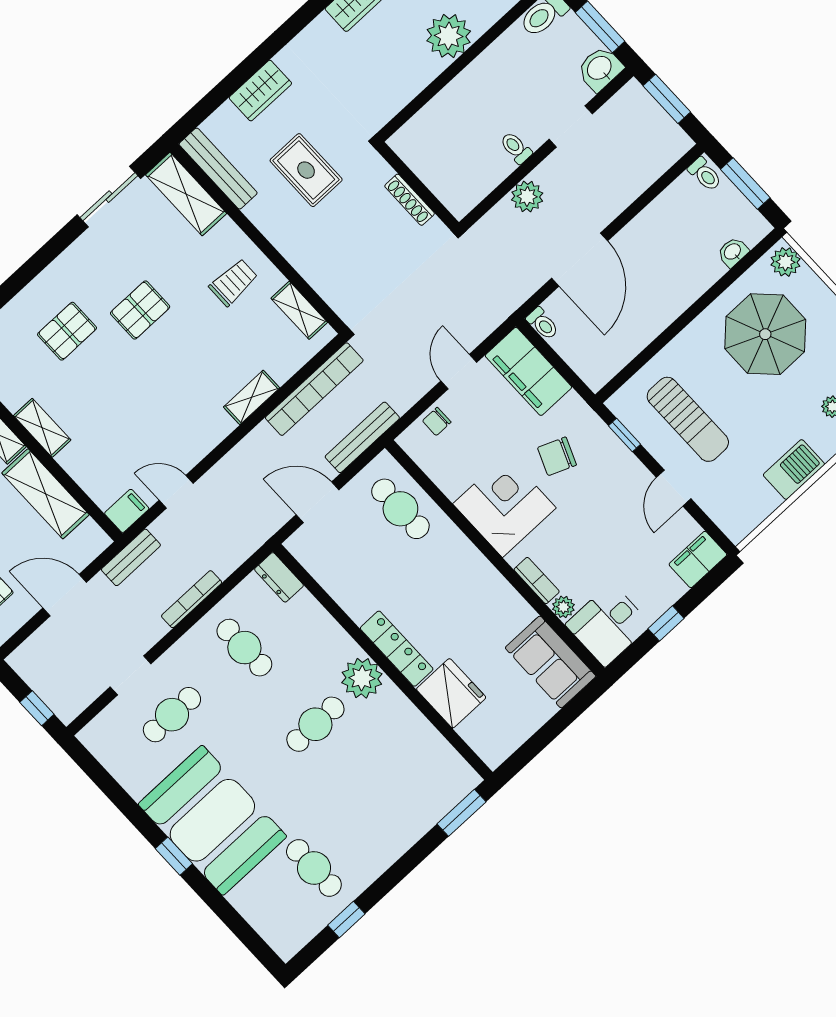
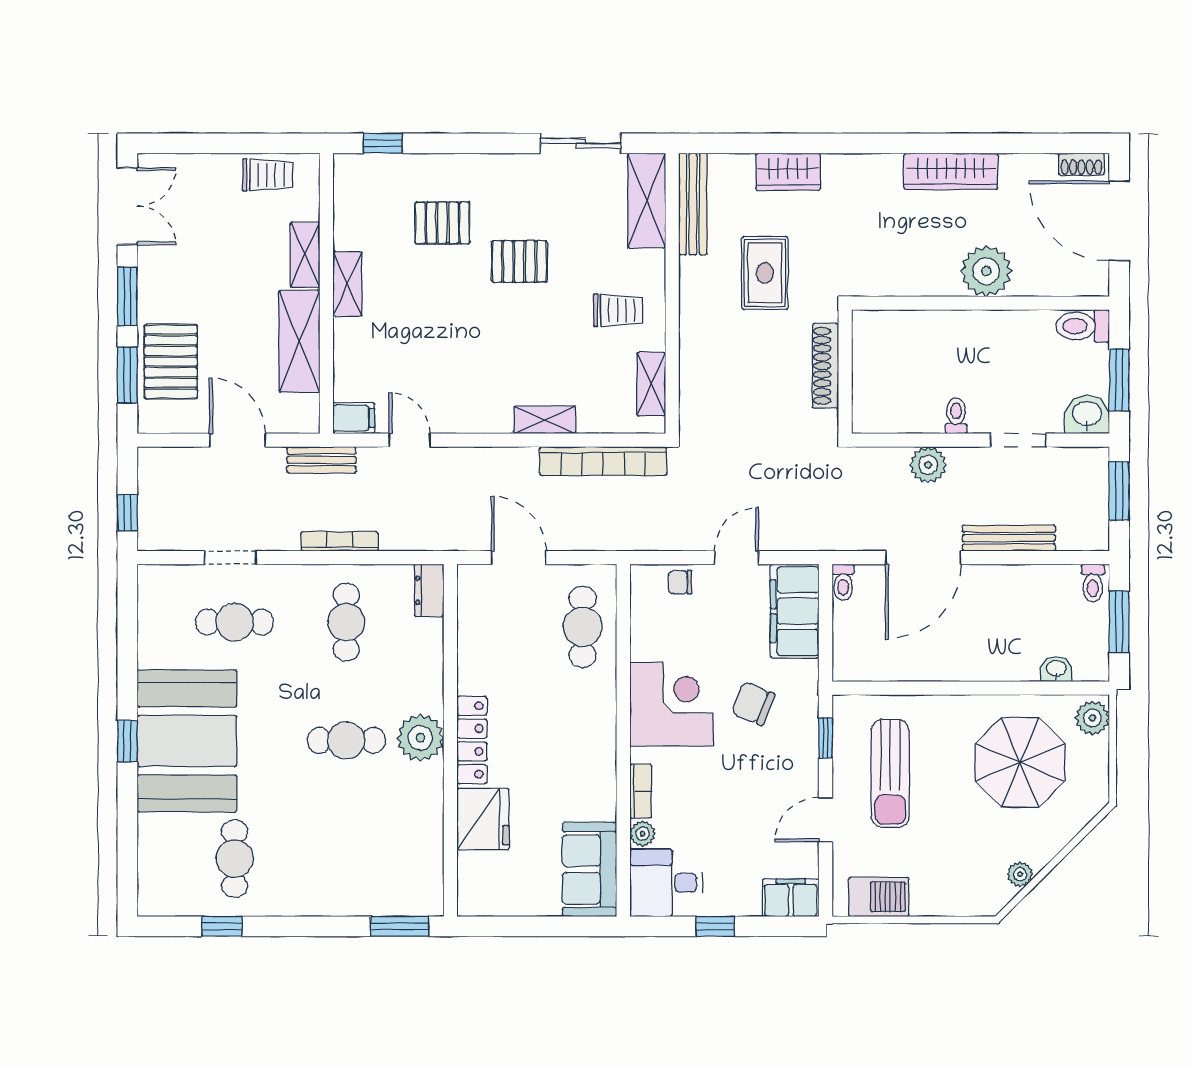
shoe rack: (410, 200) -> (825, 366), width x1.36, depth x1.24
bench: (362, 437) -> (1009, 538), moved
barbecue: (794, 470) -> (879, 897), moved

